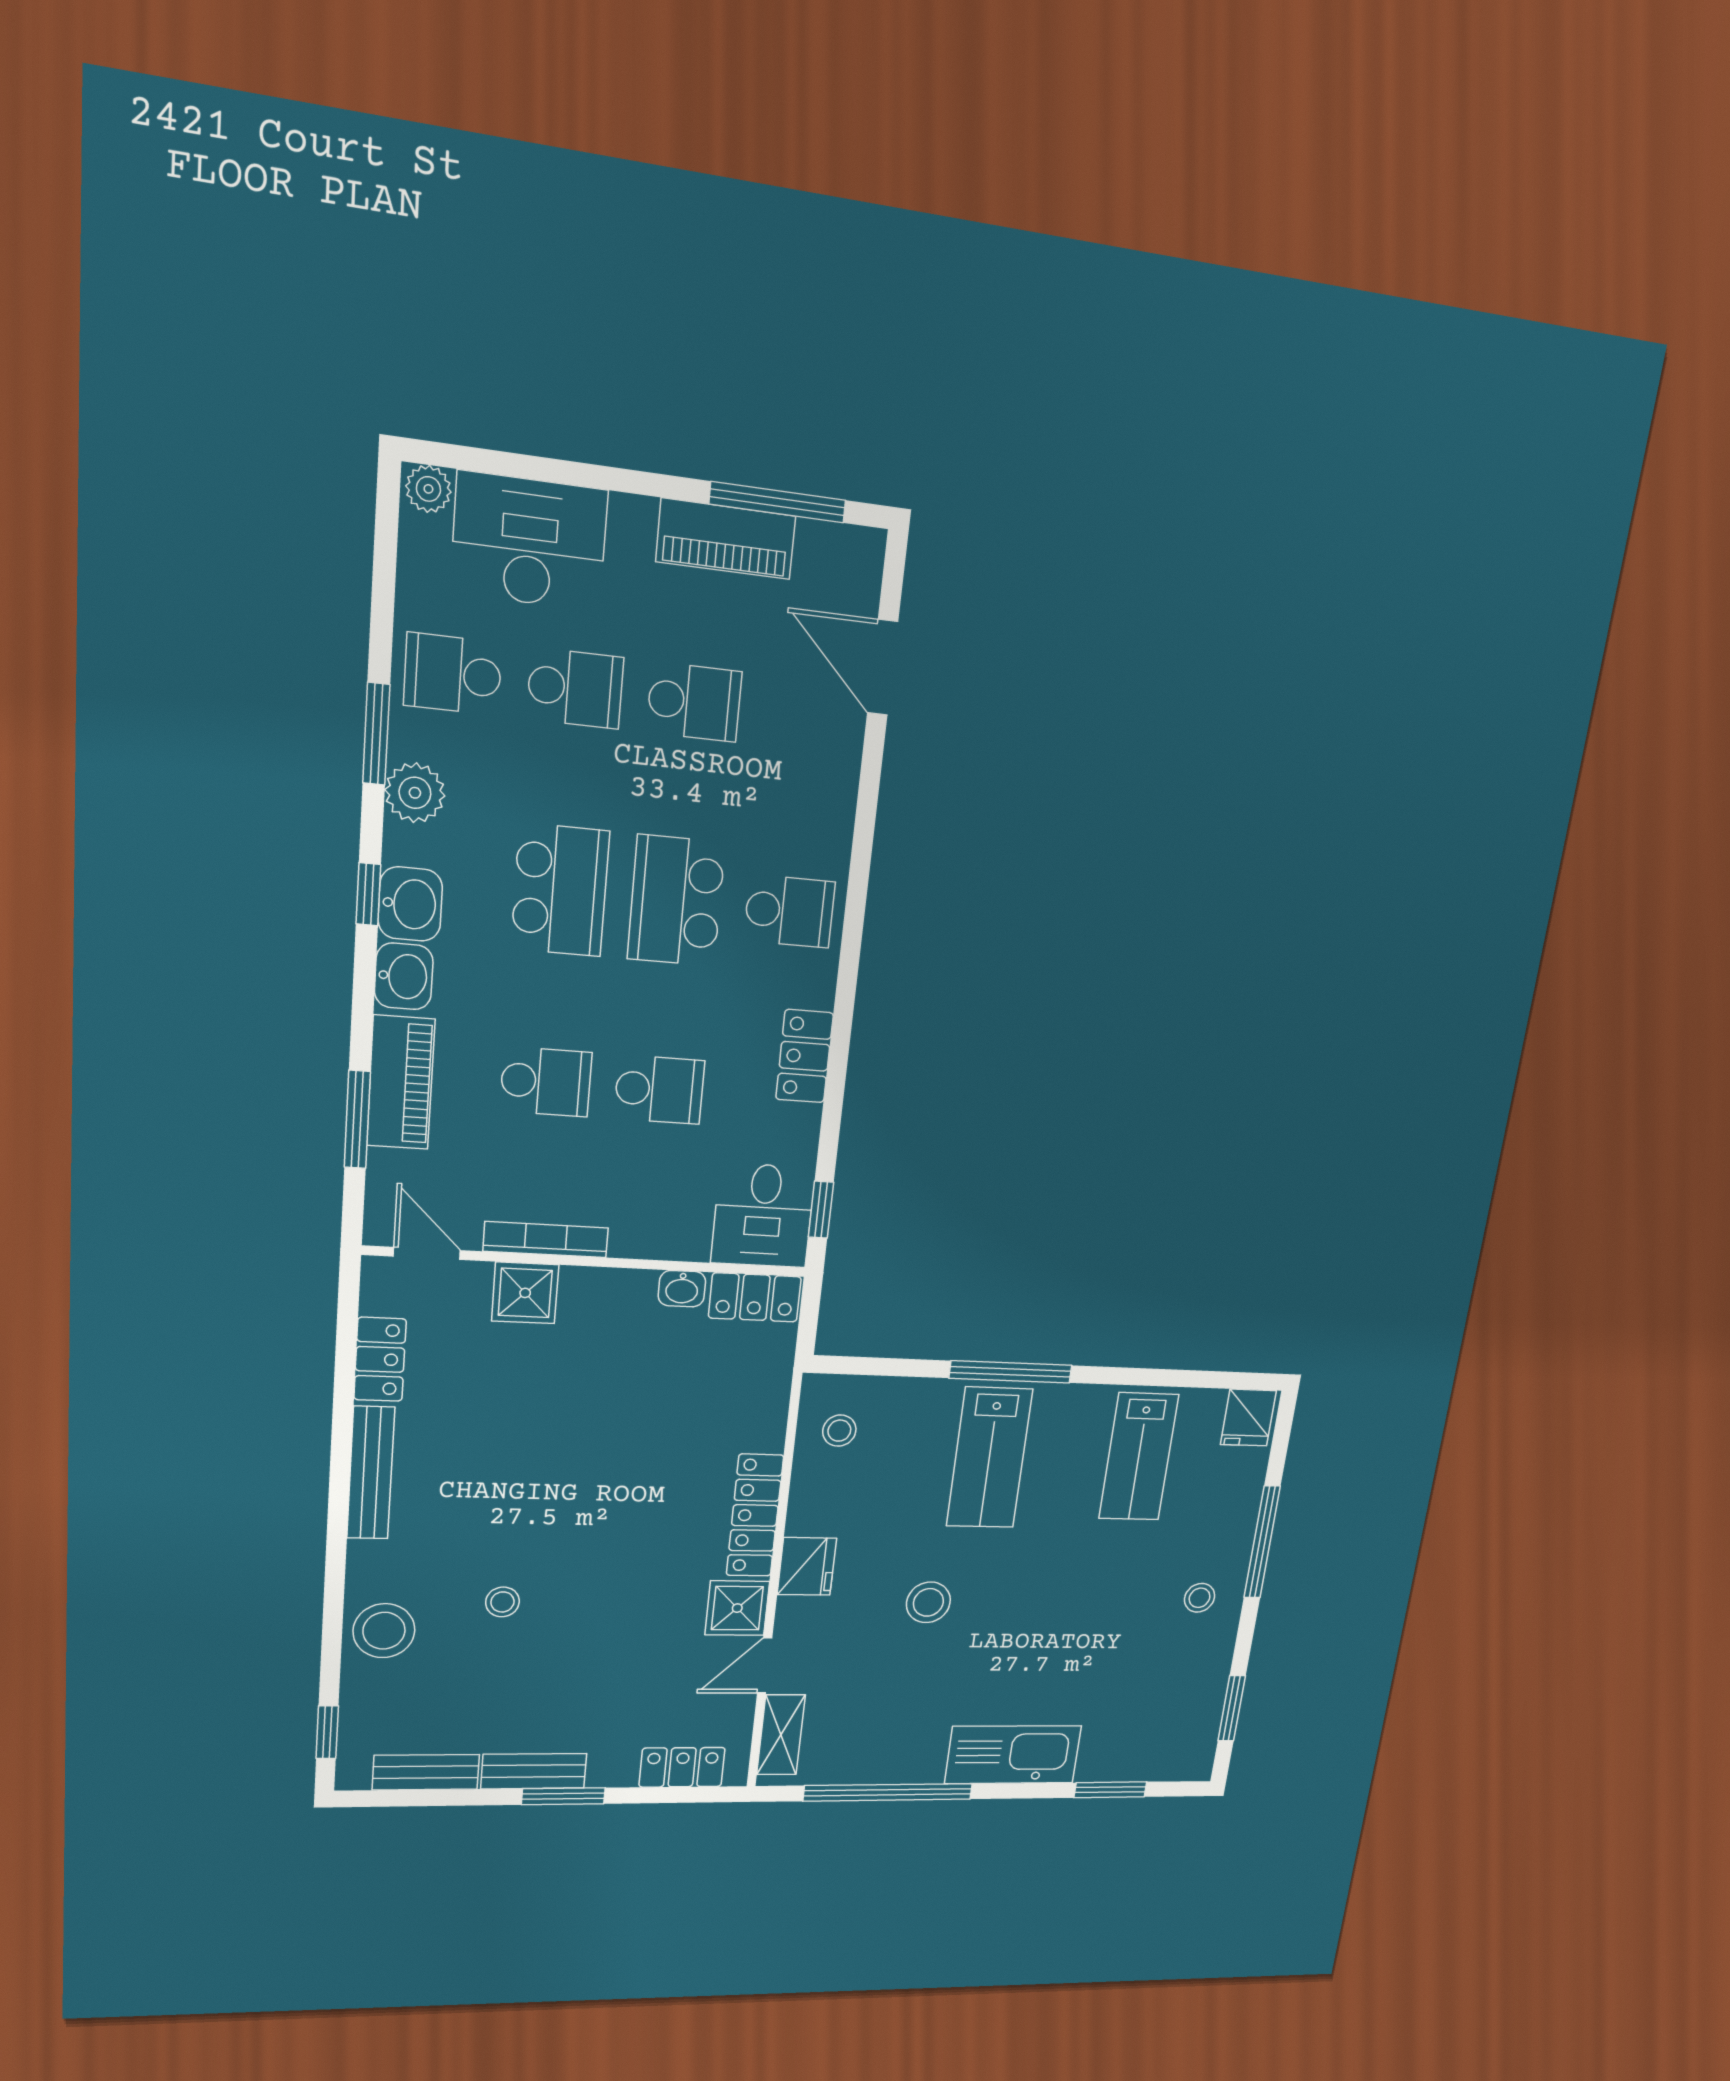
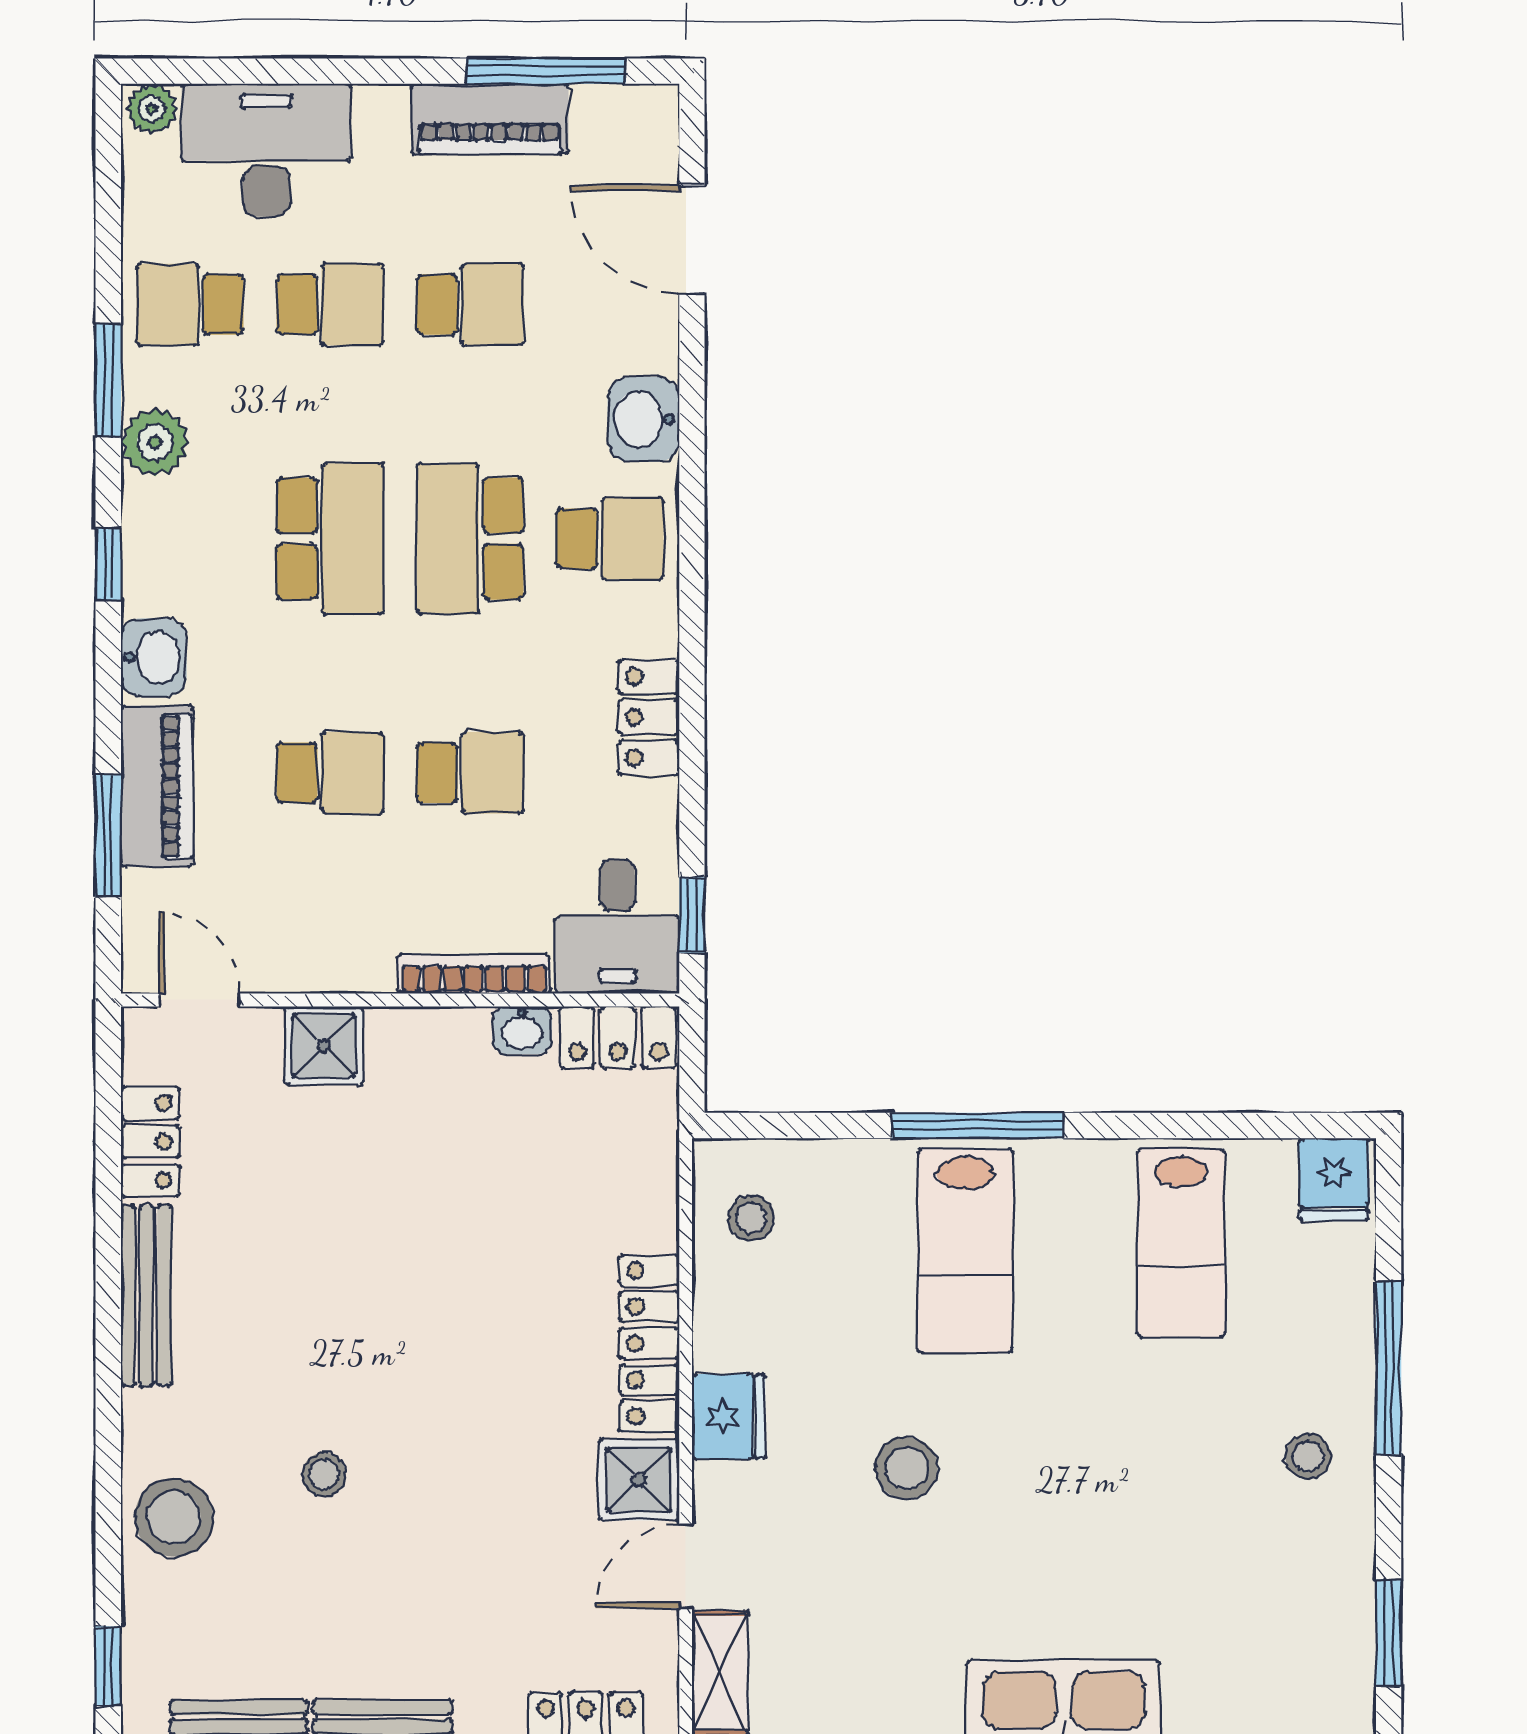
washbasin: (410, 904) -> (644, 419), moved, turned 180
bookcase: (546, 1240) -> (474, 974), moved

